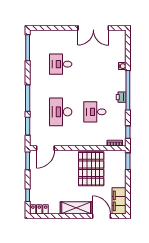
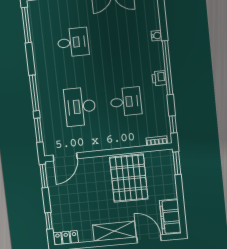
desk: (61, 64) -> (73, 42), turned 180
desk: (95, 112) -> (126, 102), turned 180

